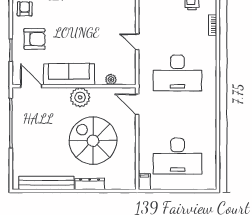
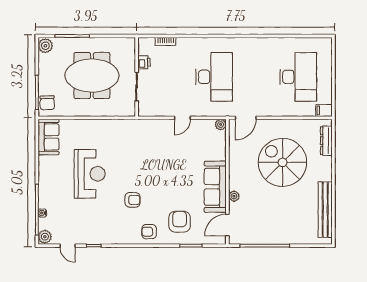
plant: (111, 80) -> (221, 125), moved
plant: (80, 97) -> (234, 196), moved, width x0.53, depth x0.53
spiral stairs: (93, 141) -> (282, 162), turned 90
dresser: (90, 184) -> (326, 141), moved

